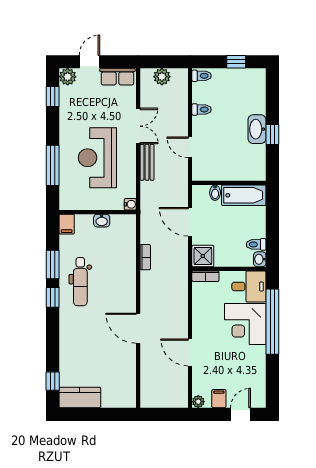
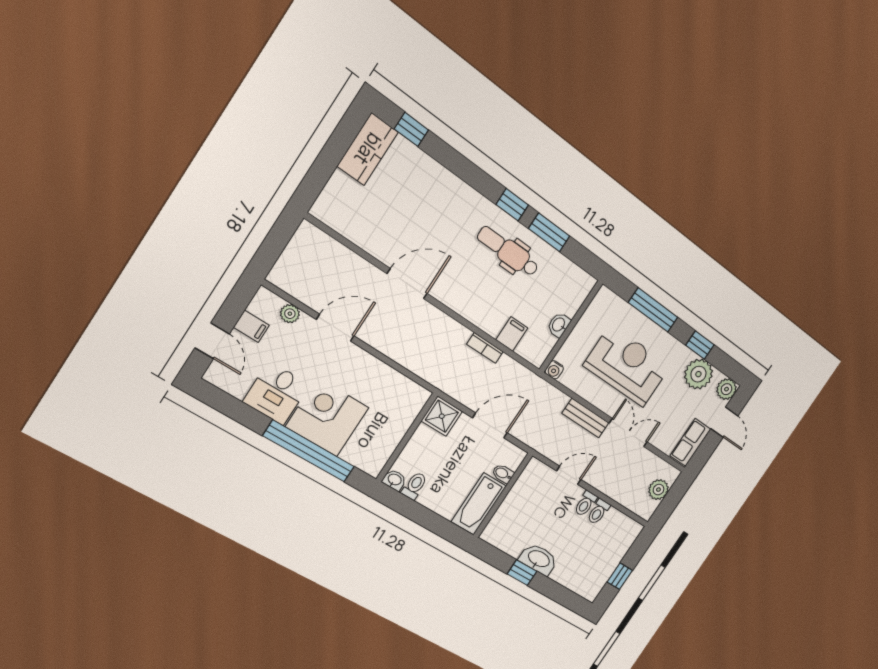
toilet: (201, 76) -> (586, 504), moved
window: (53, 97) -> (700, 345), moved
plant: (71, 104) -> (698, 374), added
double door: (138, 126) -> (628, 433), swing flipped
filing cabinet: (67, 224) -> (512, 334), moved, turned 90
bookcase: (205, 276) -> (416, 405), removed
desk: (249, 286) -> (276, 393), moved
plant: (198, 402) -> (290, 314), moved

